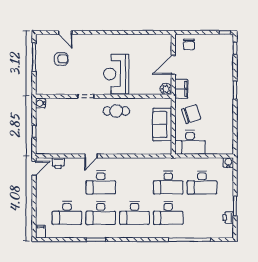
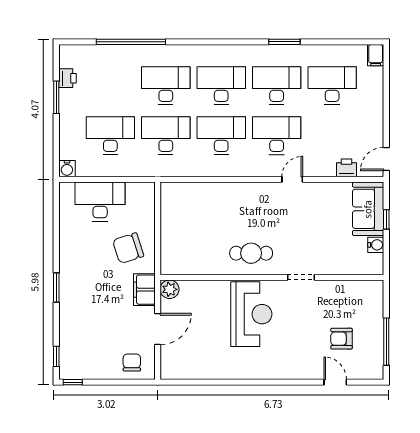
water cooler: (40, 103) -> (376, 245), moved
sofa: (162, 125) -> (368, 209), moved, turned 180
desk: (190, 142) -> (100, 201), moved
desk: (134, 183) -> (221, 136), added

